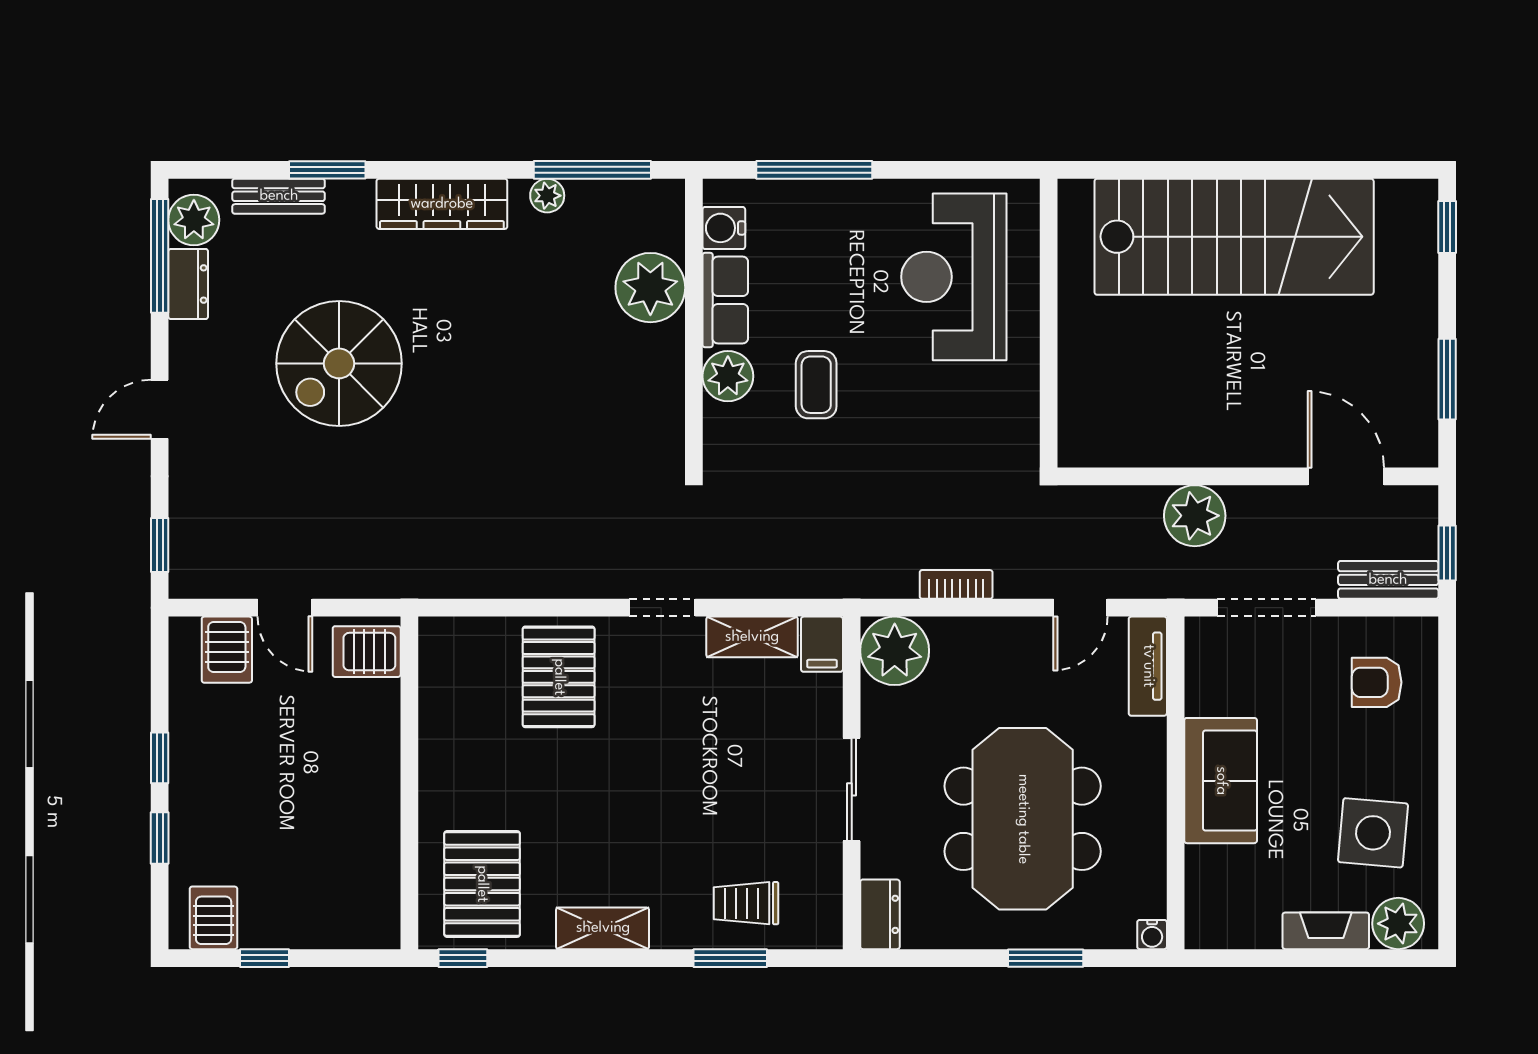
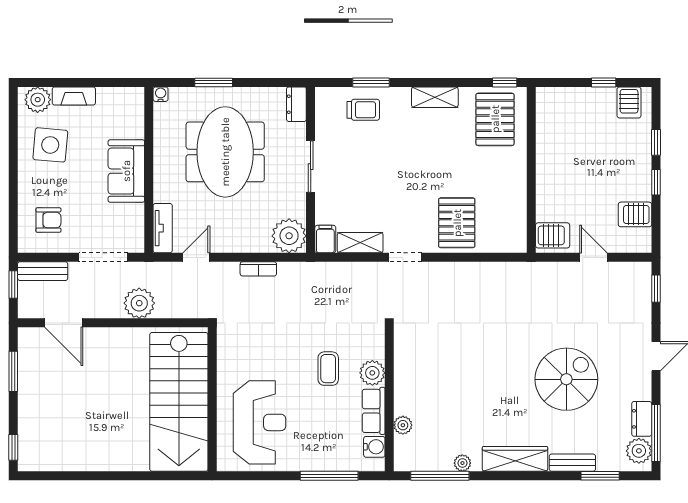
window: (327, 170) -> (600, 476), moved
bench: (279, 196) -> (572, 463), moved
stairs: (1234, 237) -> (179, 402), moved, turned -90
plant: (650, 288) -> (403, 425), width x0.53, depth x0.53
server rack: (227, 650) -> (635, 214), moved, turned -90

